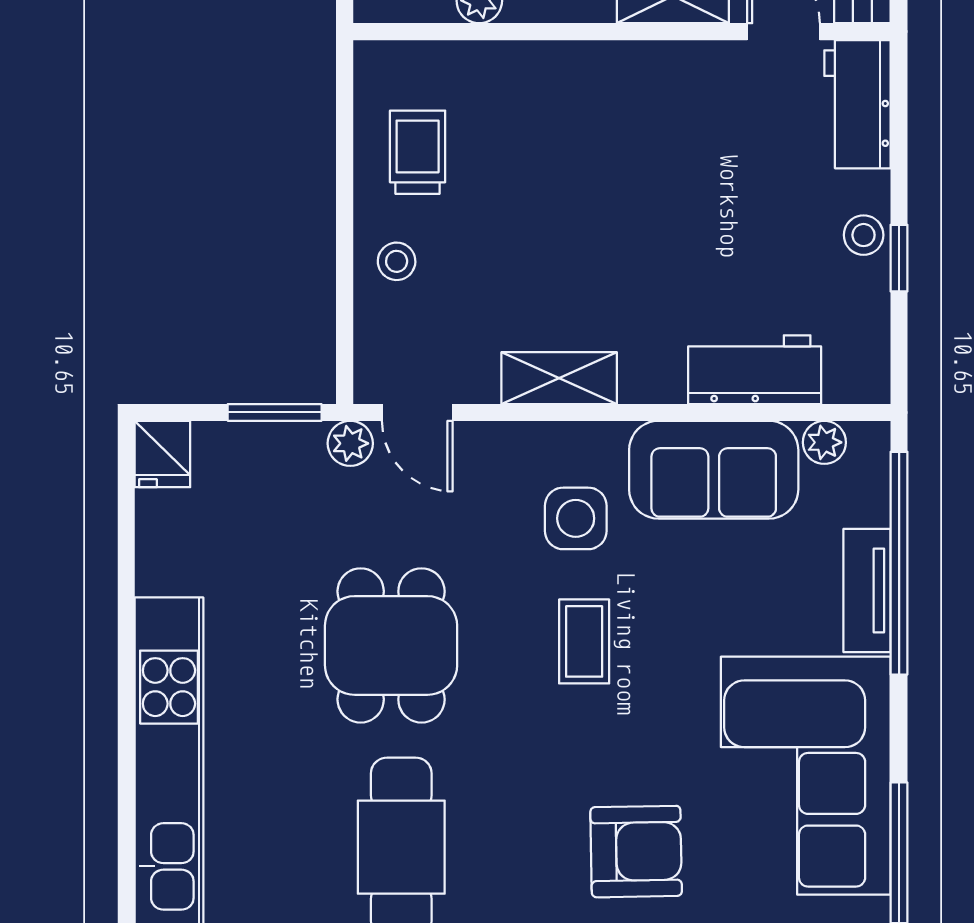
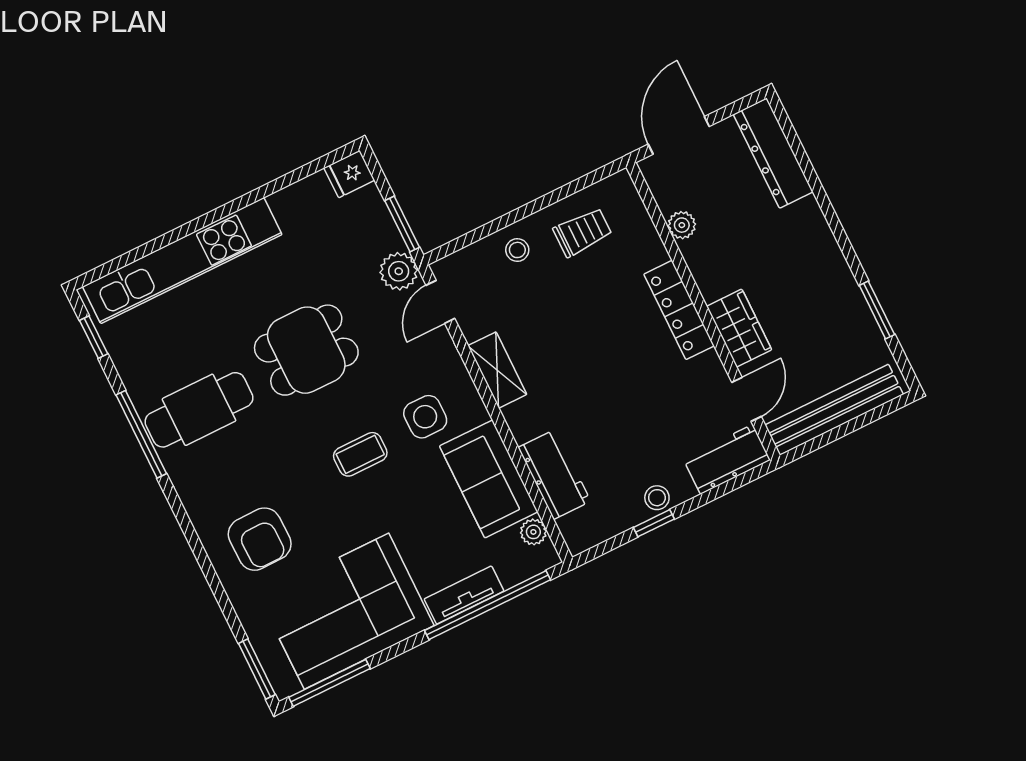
locker: (603, 66) -> (679, 310), added
plant: (350, 443) -> (399, 271), width x1.38, depth x1.38

